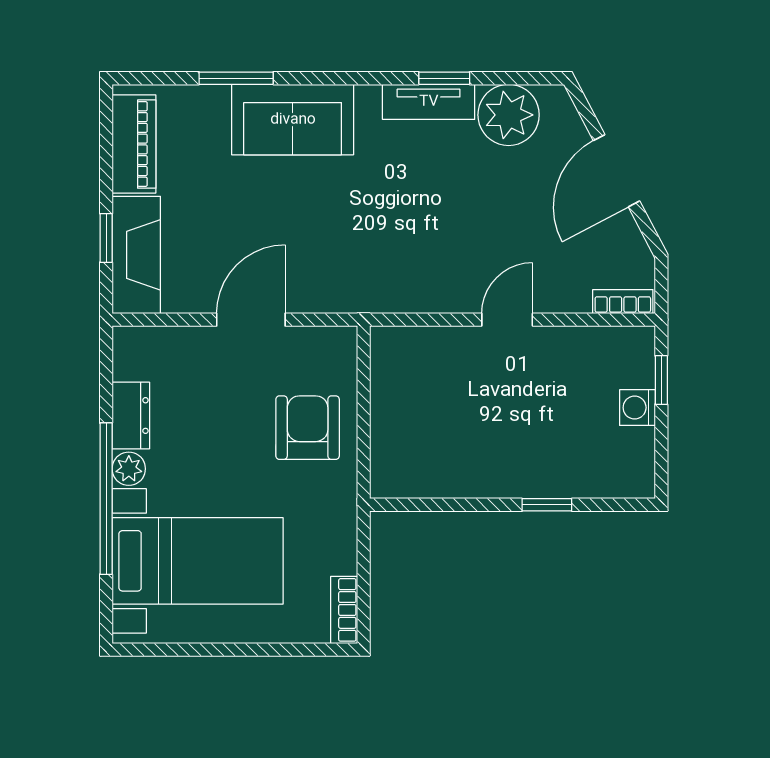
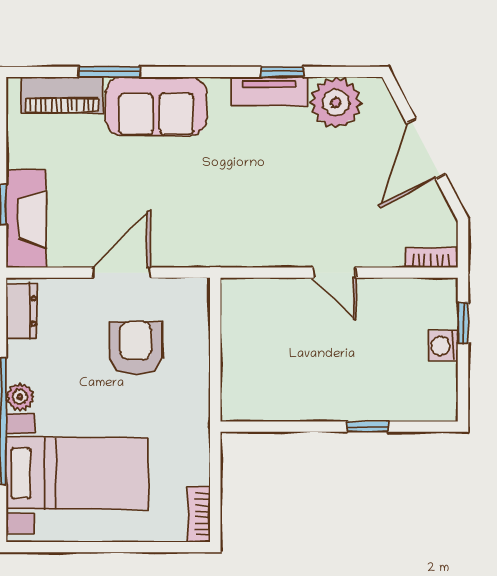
piano: (134, 144) -> (62, 95), moved, turned 90
door: (507, 320) -> (335, 273), swing flipped
dresser: (131, 416) -> (22, 311), moved
armchair: (308, 428) -> (136, 348), moved

